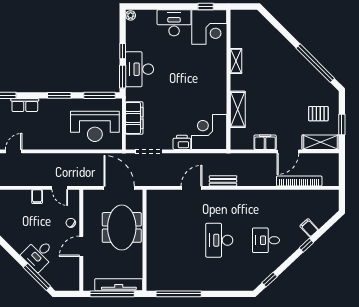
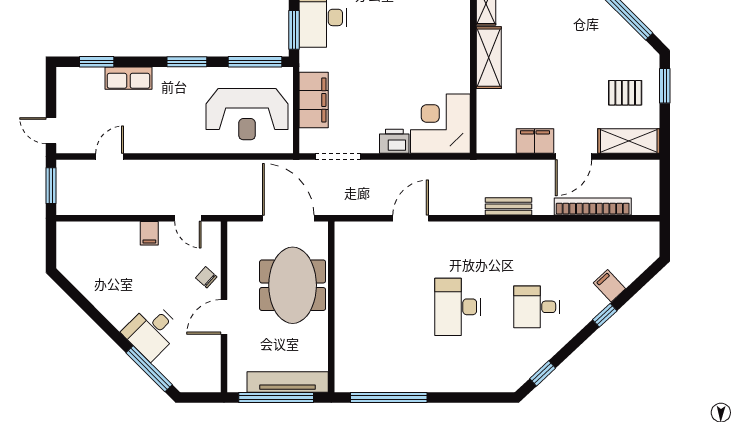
shelving: (238, 109) -> (489, 58), moved
window: (342, 124) -> (665, 86), moved
bench: (223, 181) -> (509, 206), moved

